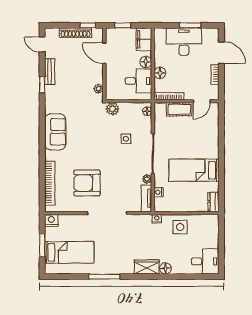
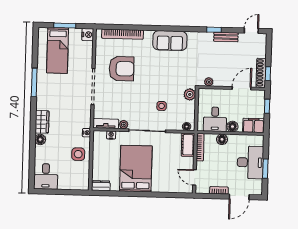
shoe rack: (76, 33) -> (261, 73), moved
cot: (179, 109) -> (188, 145), moved
bed: (194, 170) -> (136, 169), width x1.50
armchair: (87, 183) -> (122, 69), turned 90

